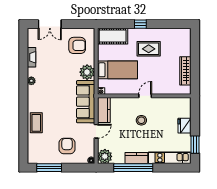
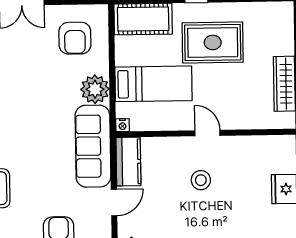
armchair: (77, 45) -> (75, 38), turned 90
rug: (149, 49) -> (213, 42), width x1.36, depth x1.43
door: (145, 96) -> (207, 133), hinge flipped

